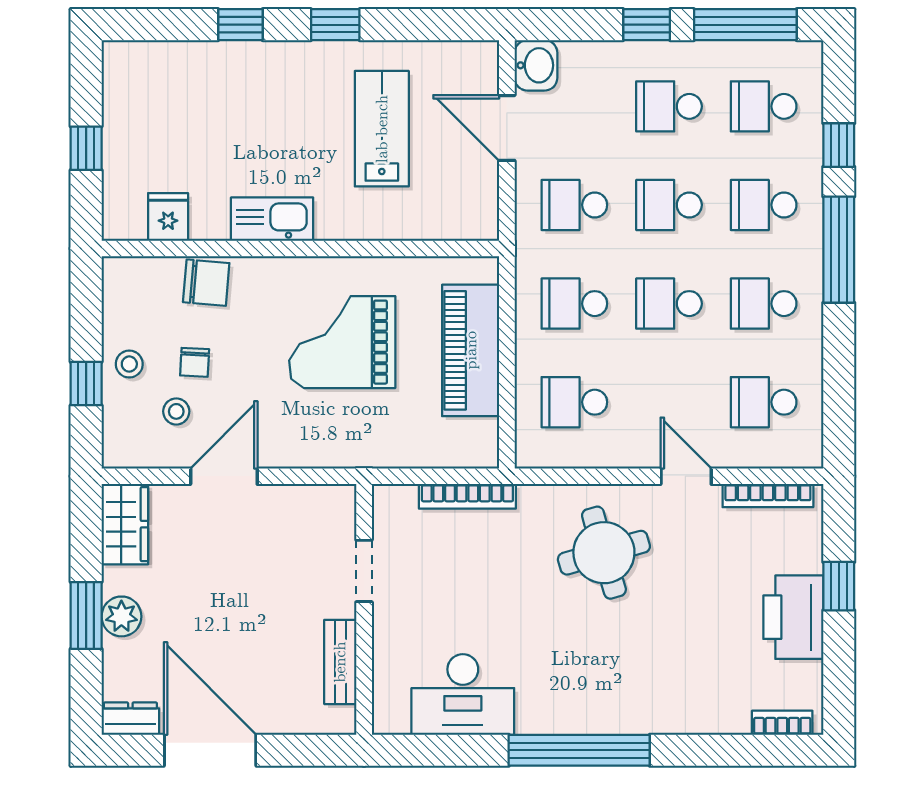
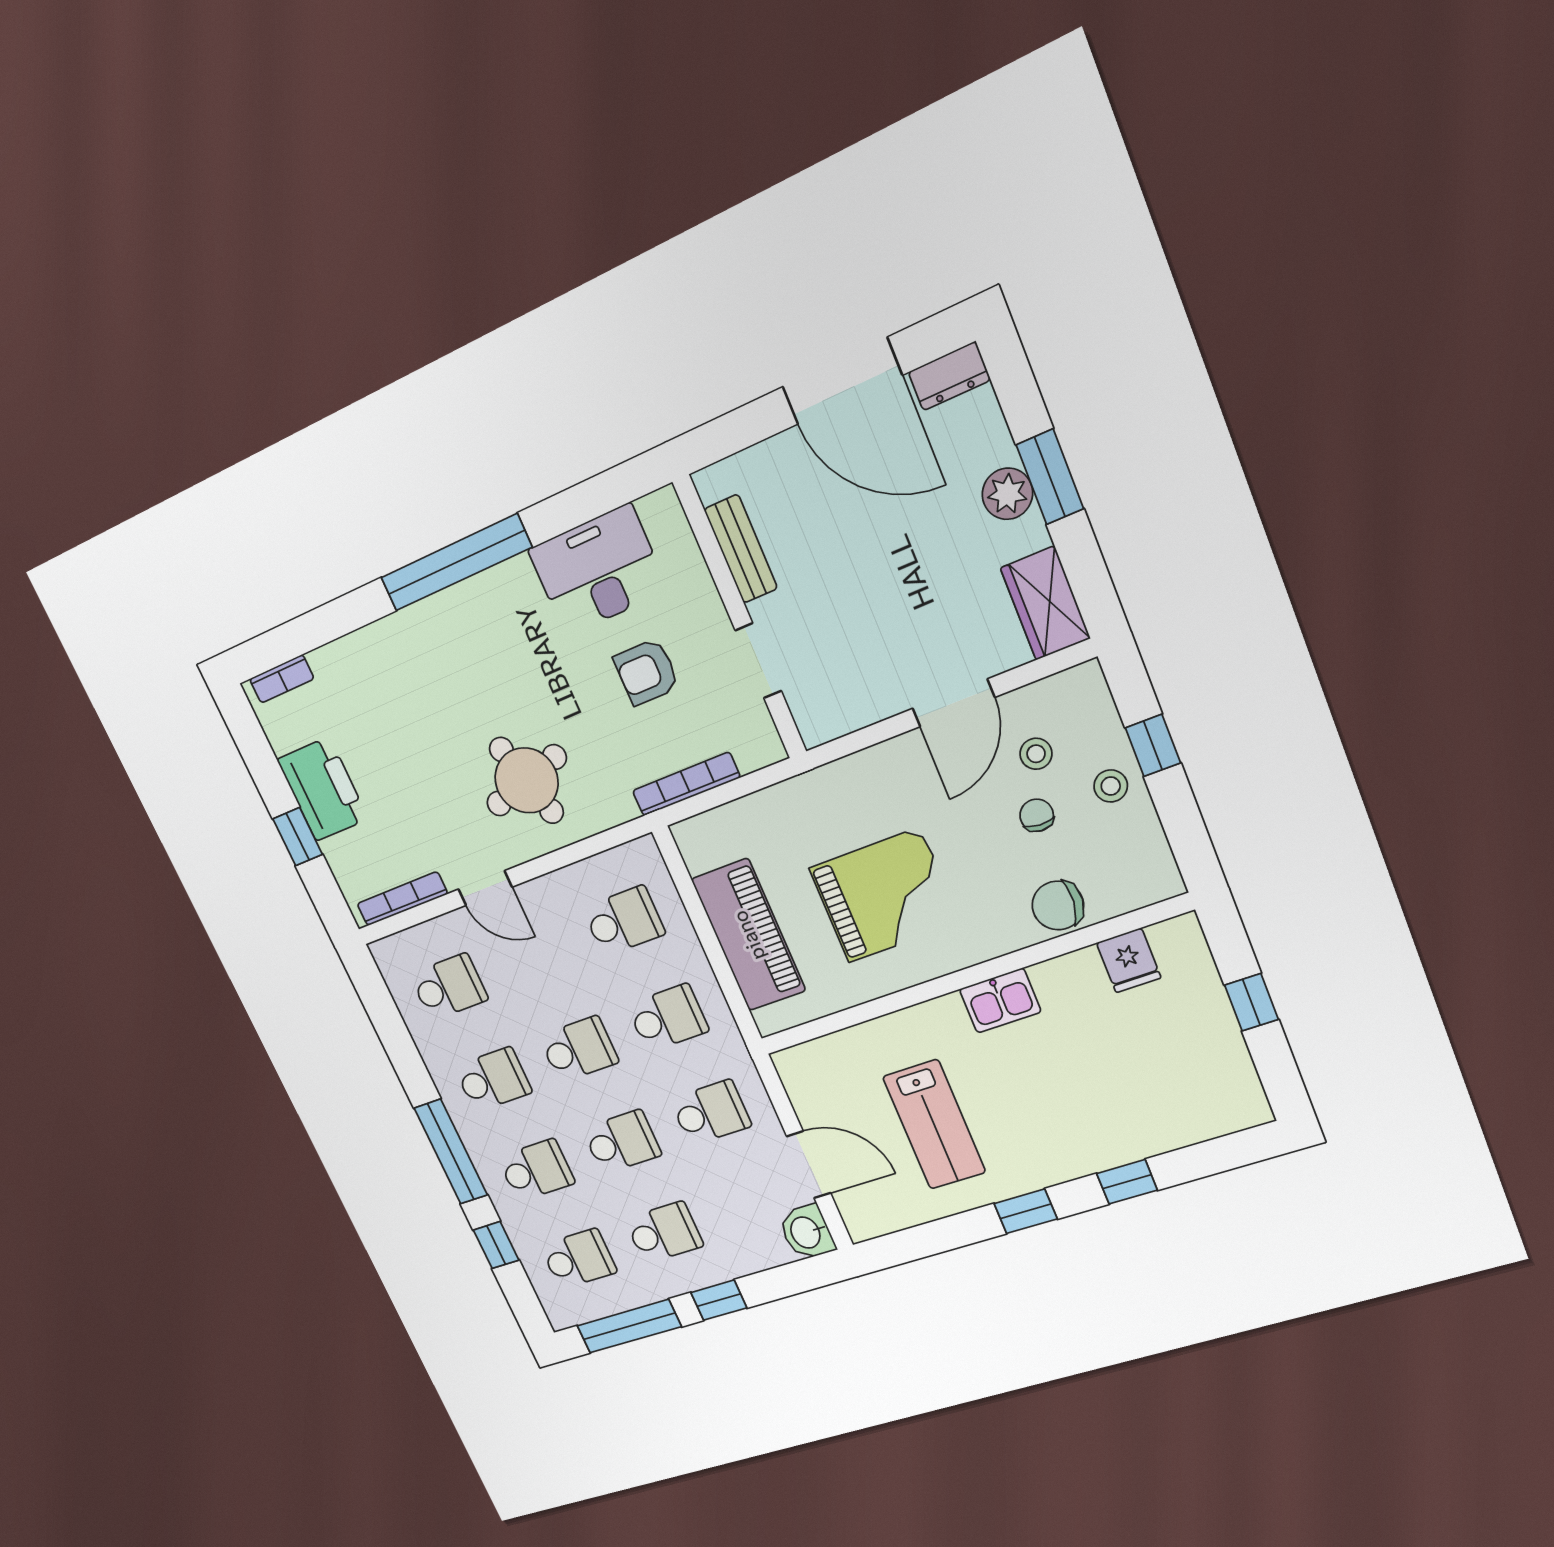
kitchen sink: (272, 219) -> (1000, 1001), width x0.73
armchair: (459, 599) -> (647, 672), added

